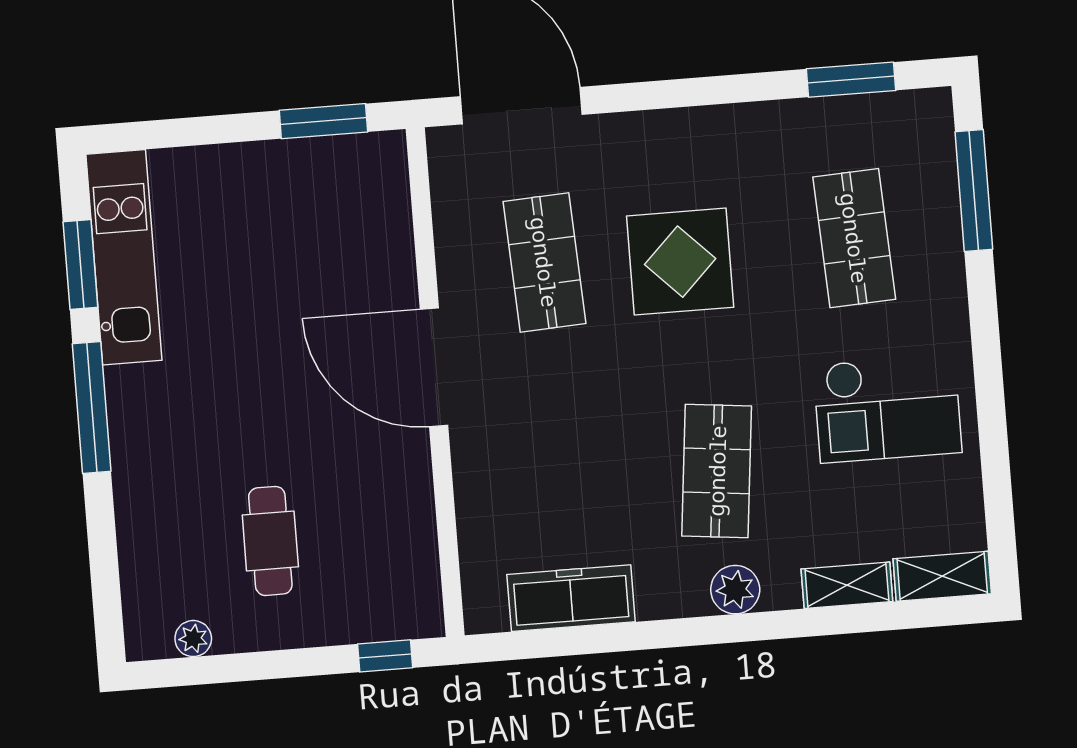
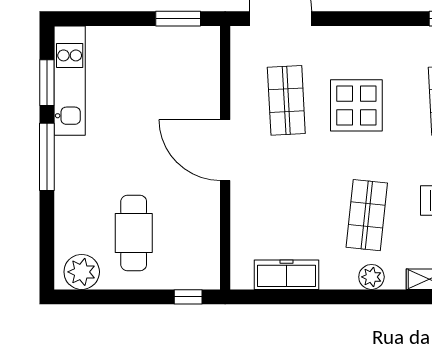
cafe table: (270, 541) -> (134, 233), width x1.37, depth x1.35
plant: (193, 639) -> (82, 272), width x1.88, depth x1.88

